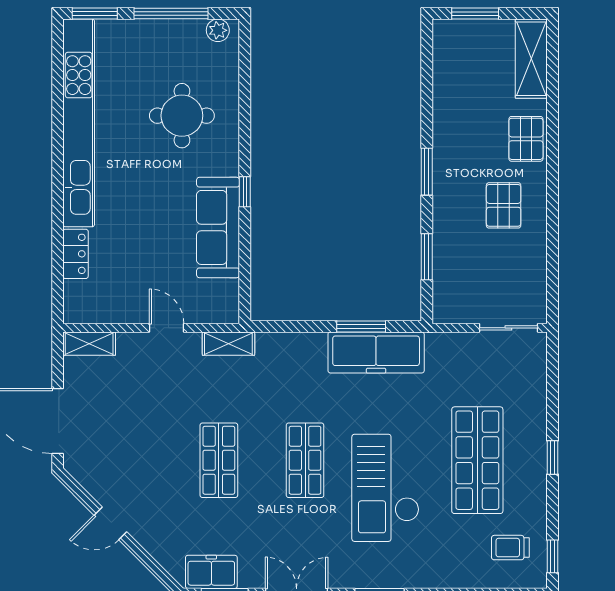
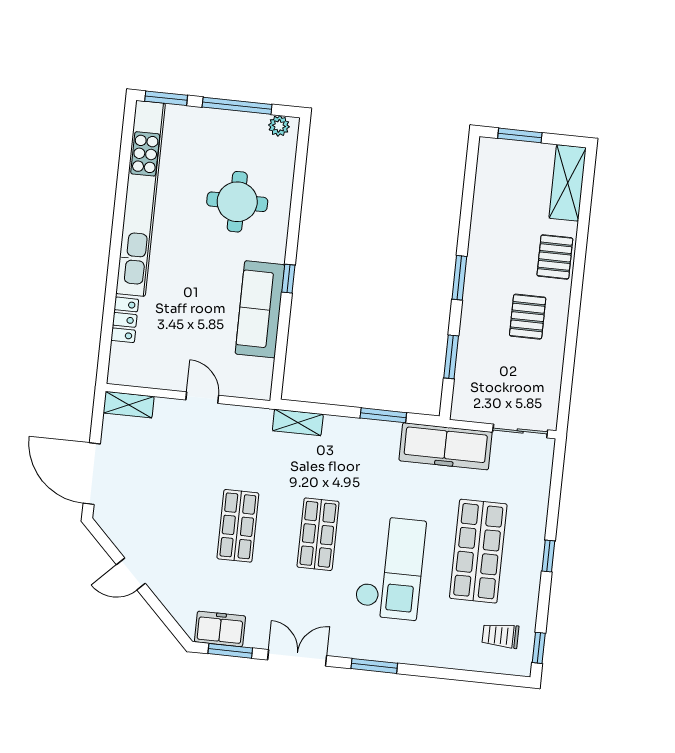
shelving: (228, 344) -> (298, 422), moved
freezer: (376, 352) -> (446, 446), moved
checkout: (385, 488) -> (390, 568), turned 180

